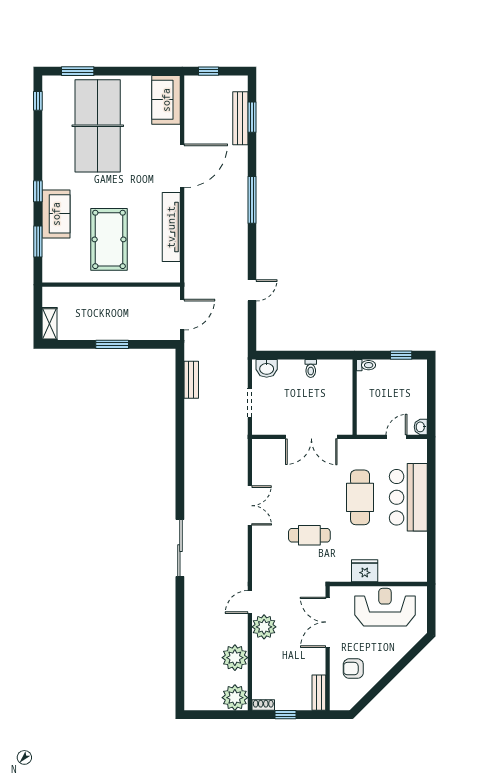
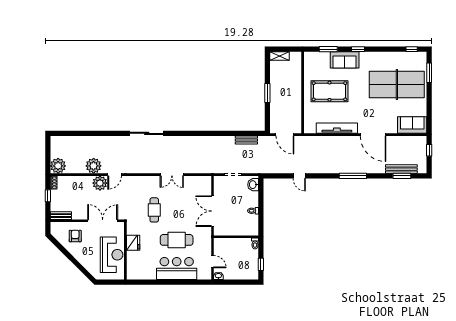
door: (250, 602) -> (115, 175), swing flipped
plant: (235, 658) -> (94, 166), moved

